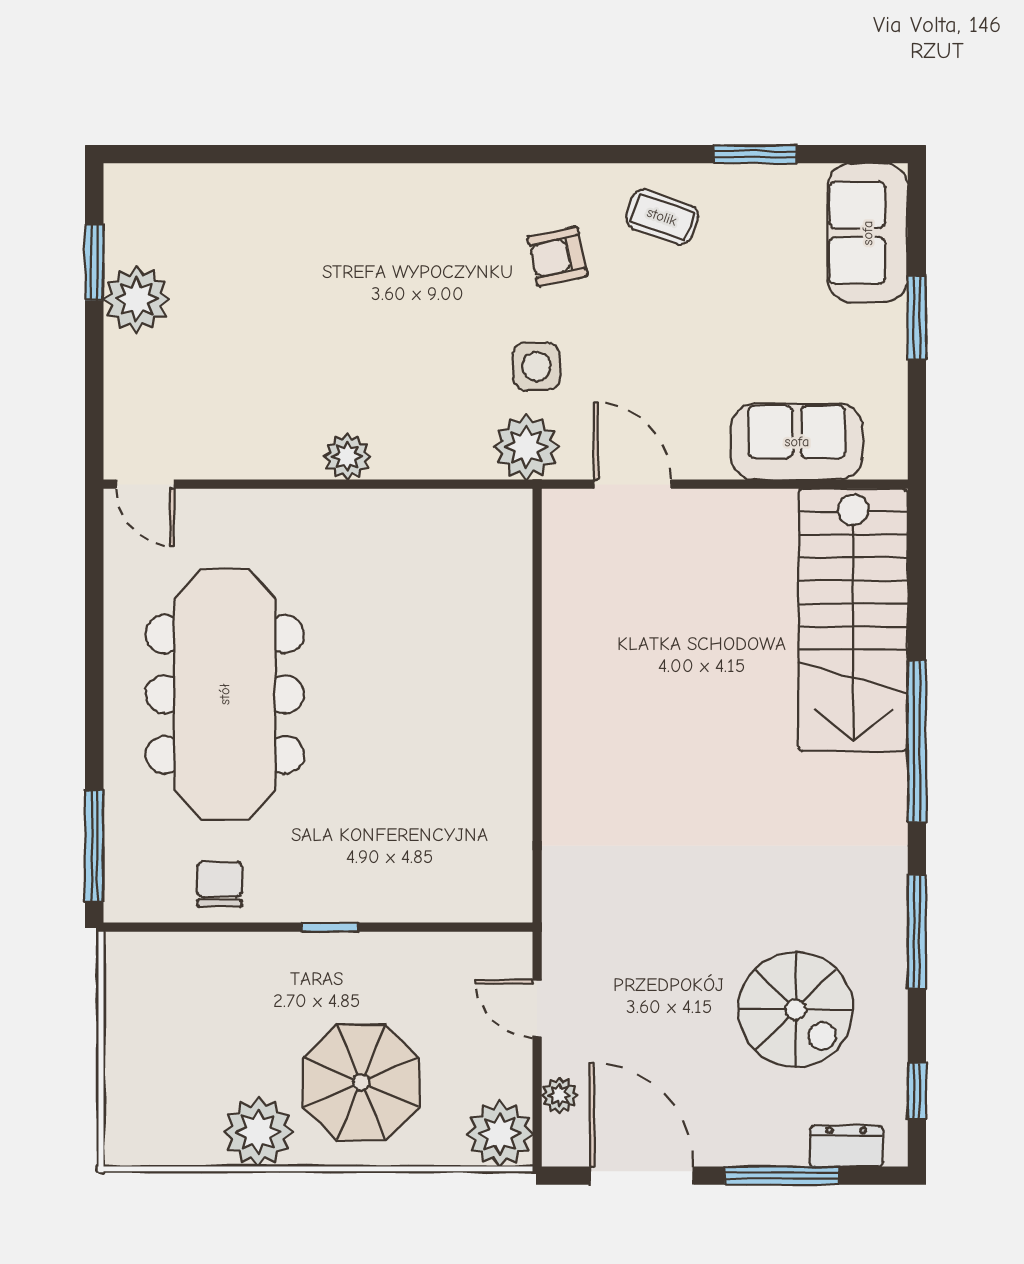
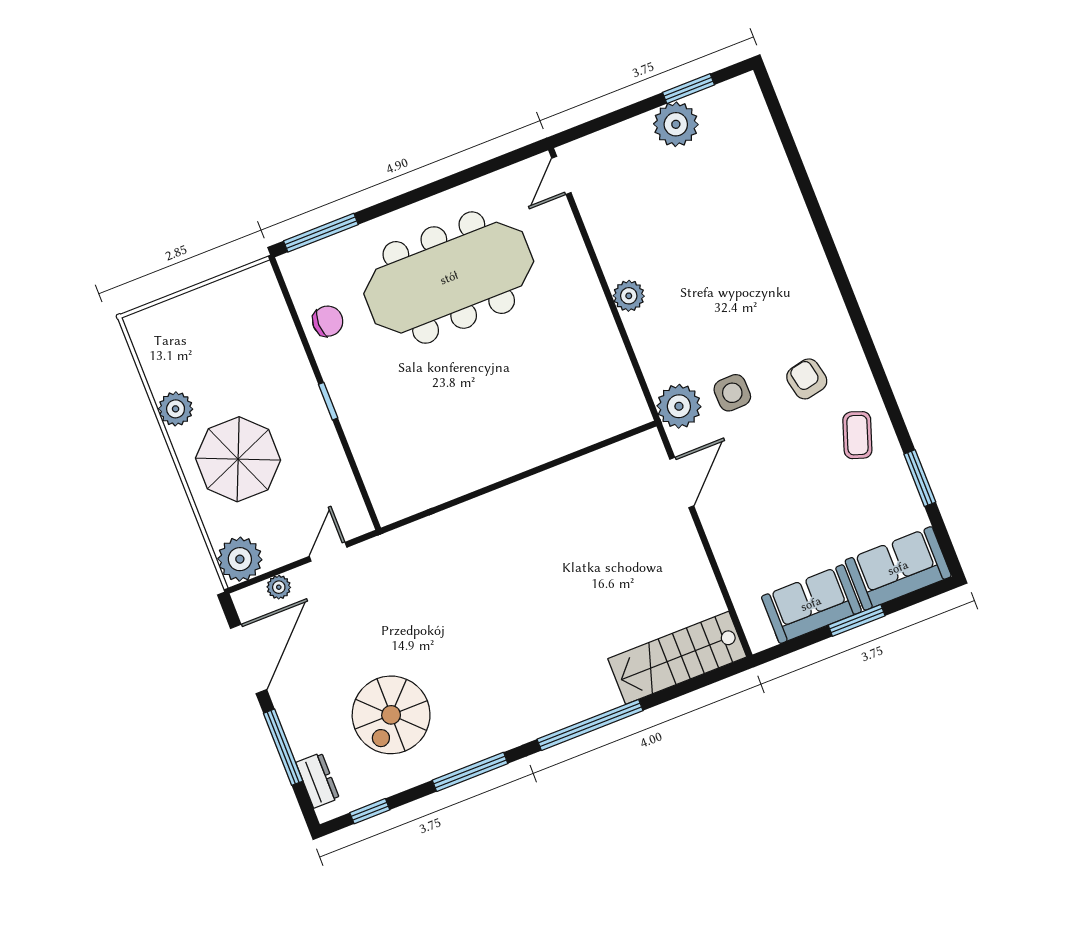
sofa: (797, 442) -> (811, 604), moved, turned -90
stairs: (853, 620) -> (677, 658), width x0.73, depth x0.66
plant: (258, 1132) -> (176, 409), width x0.73, depth x0.73

